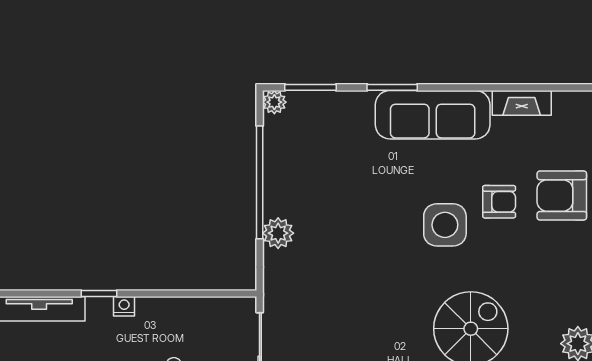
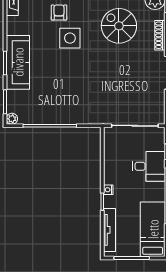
sofa: (433, 115) -> (18, 62), moved
plant: (278, 233) -> (74, 117), removed

